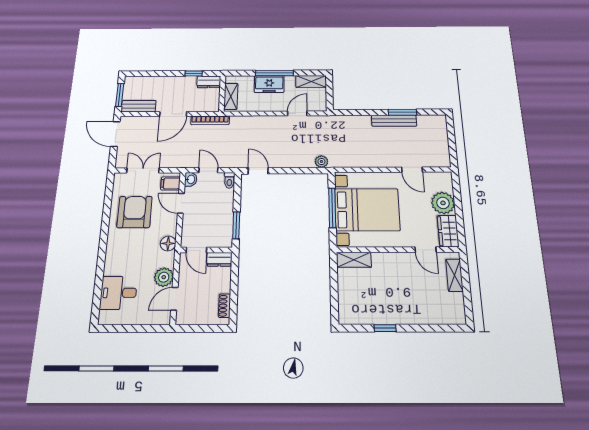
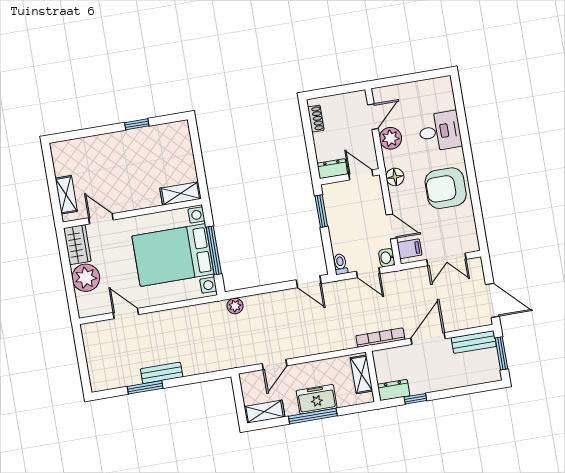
bench: (394, 121) -> (162, 373), width x0.73
armchair: (135, 212) -> (446, 188), moved, turned 90
desk: (118, 293) -> (440, 131), moved

